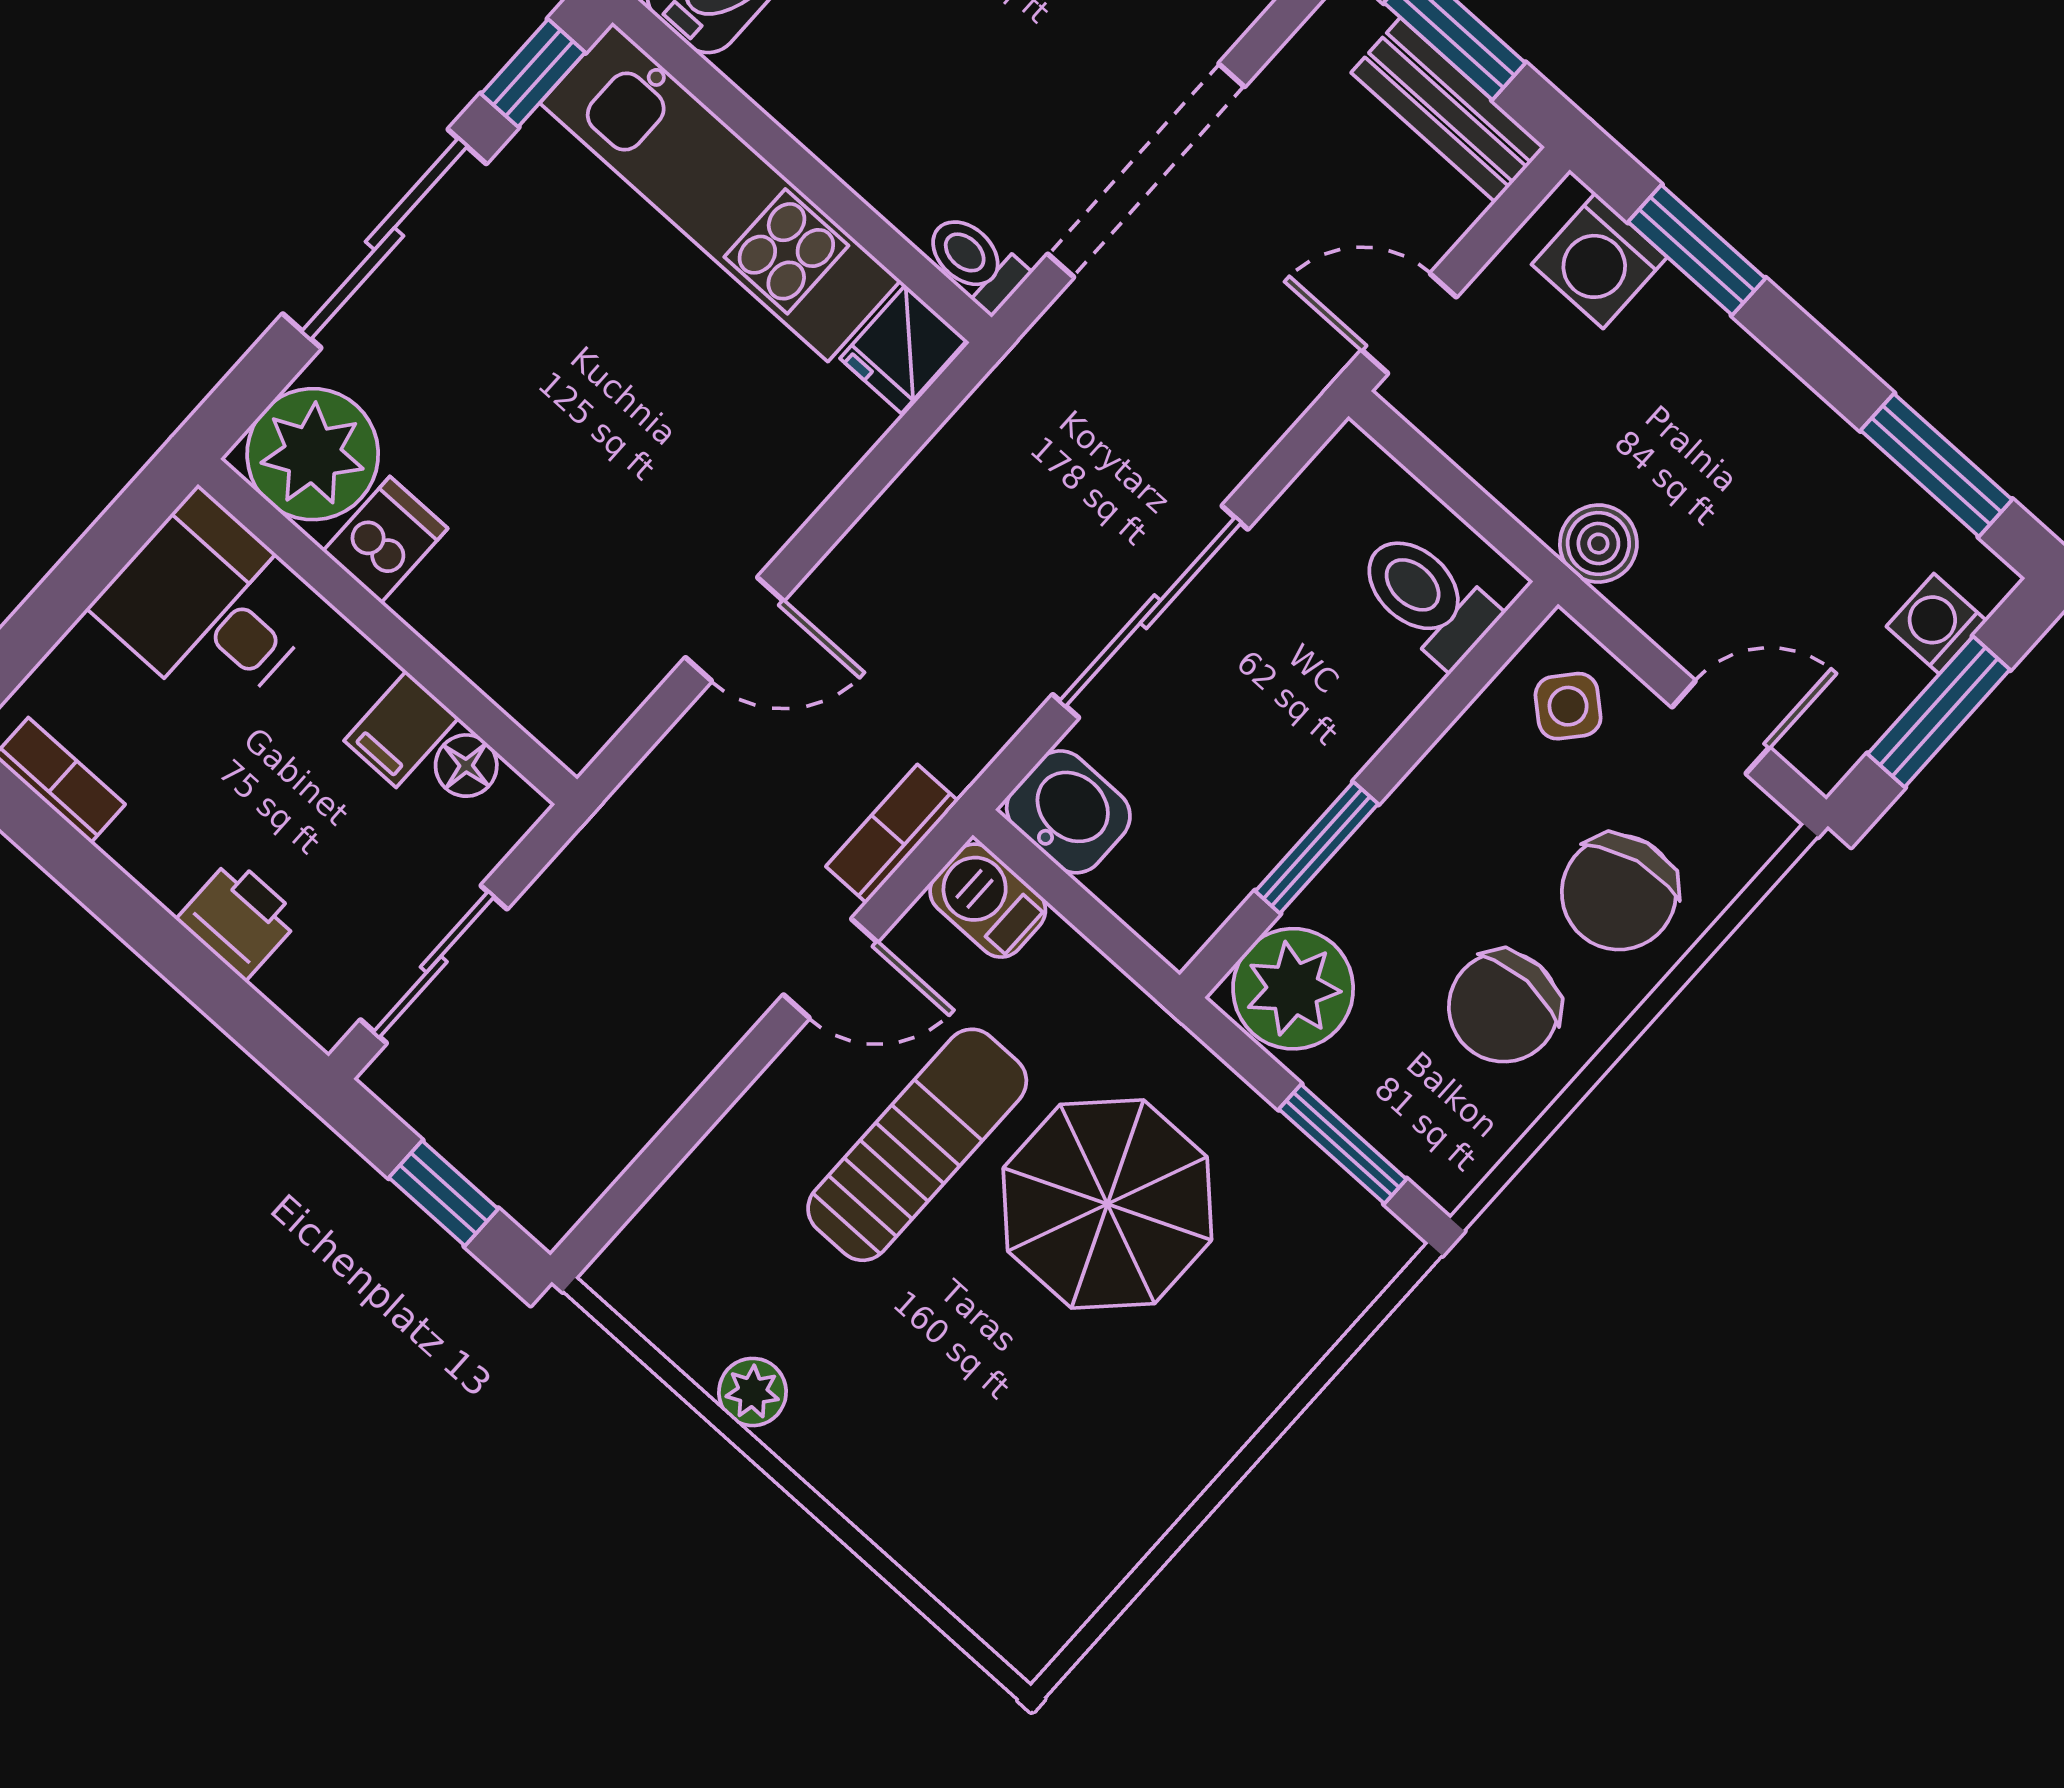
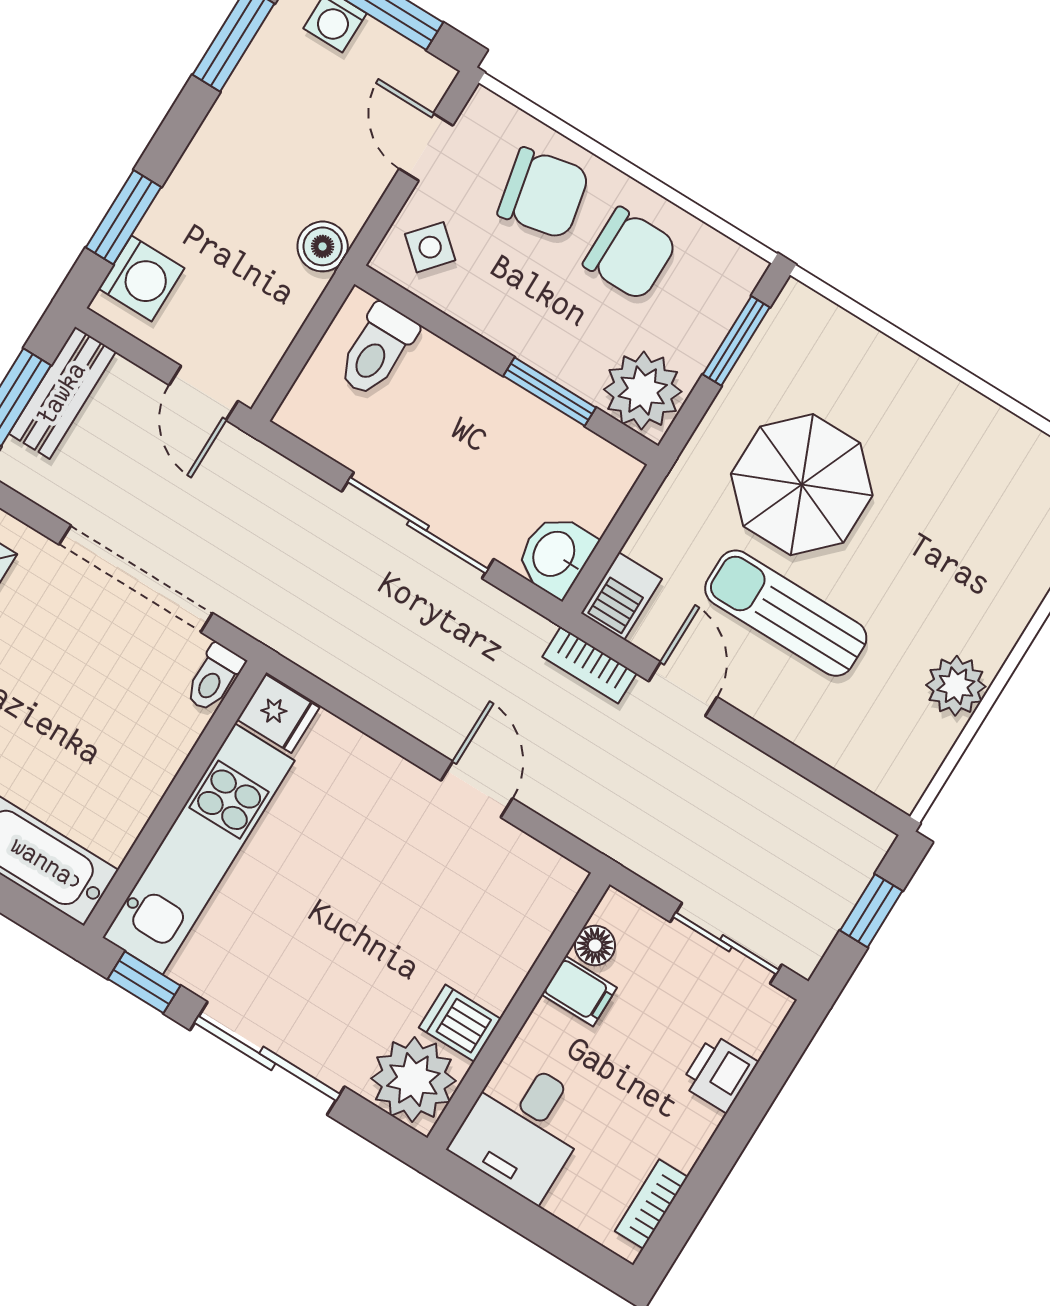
plant: (753, 1392) -> (956, 686), width x1.38, depth x1.38

